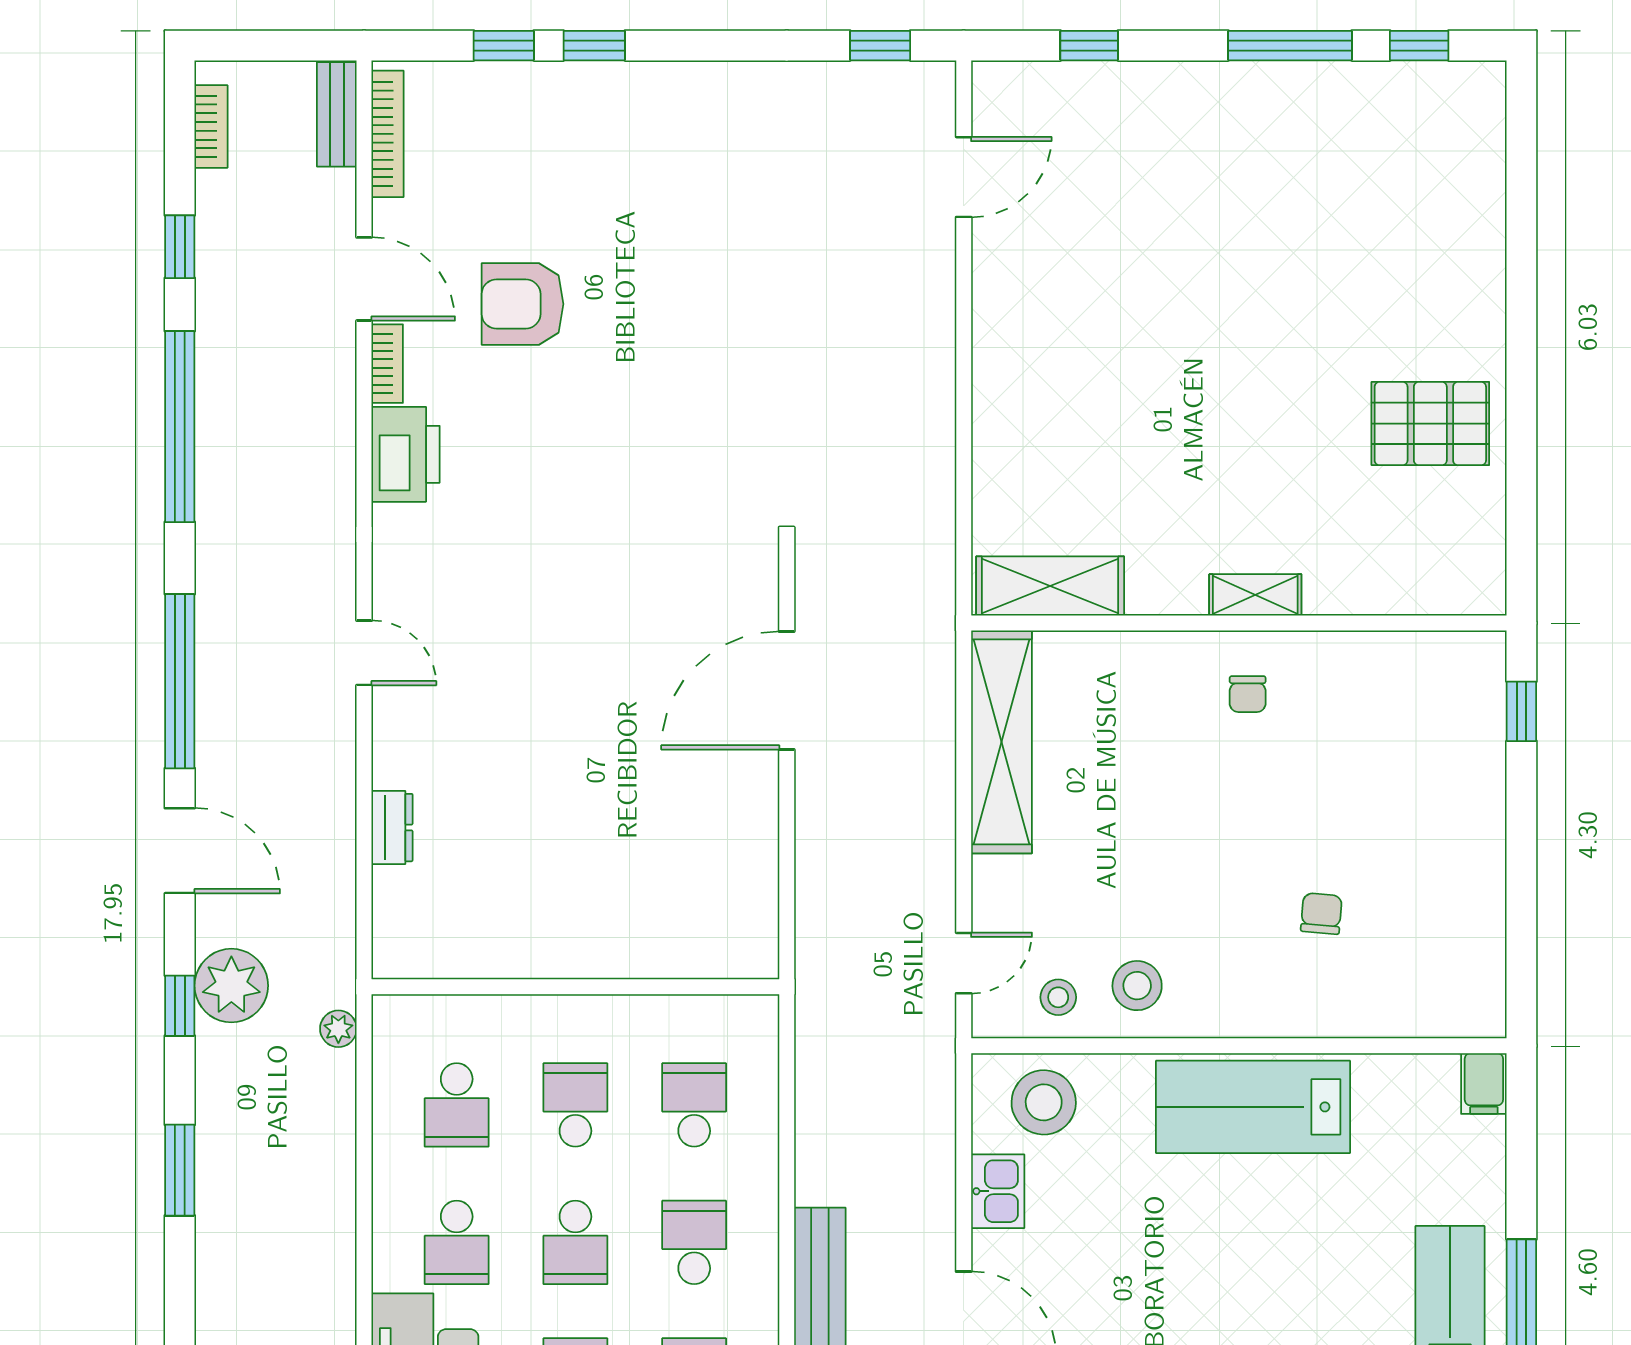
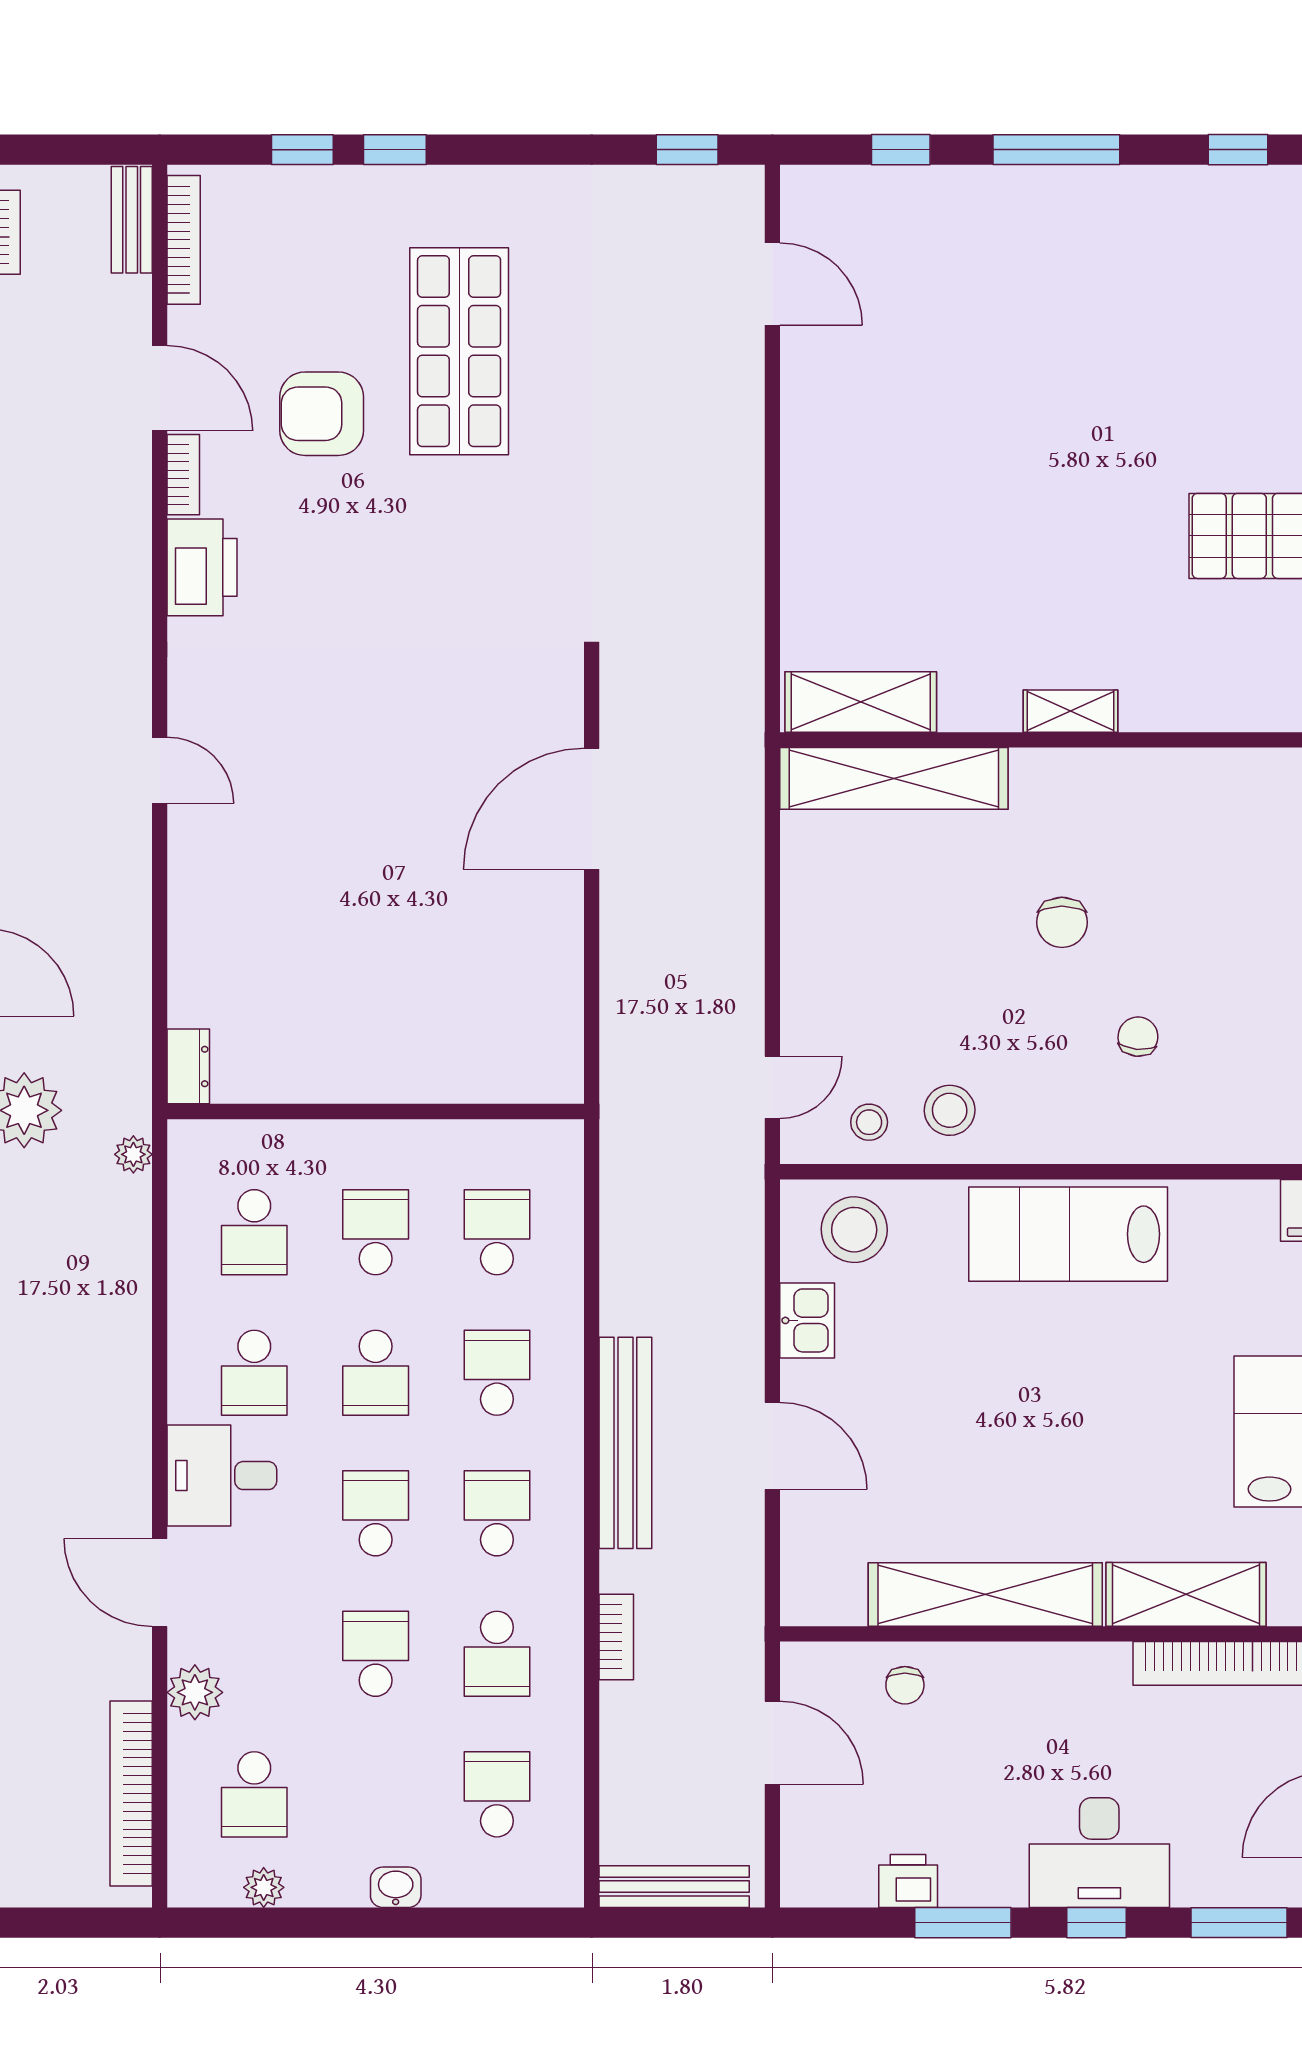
window: (1290, 46) -> (1056, 150), moved
door: (964, 177) -> (772, 284), hinge flipped
shop shelf: (657, 243) -> (459, 351), added
chair: (1248, 694) -> (1062, 922), moved, width x1.37, depth x1.37
shelving: (1001, 742) -> (894, 778), moved, turned 90
dresser: (392, 828) -> (188, 1066), moved

